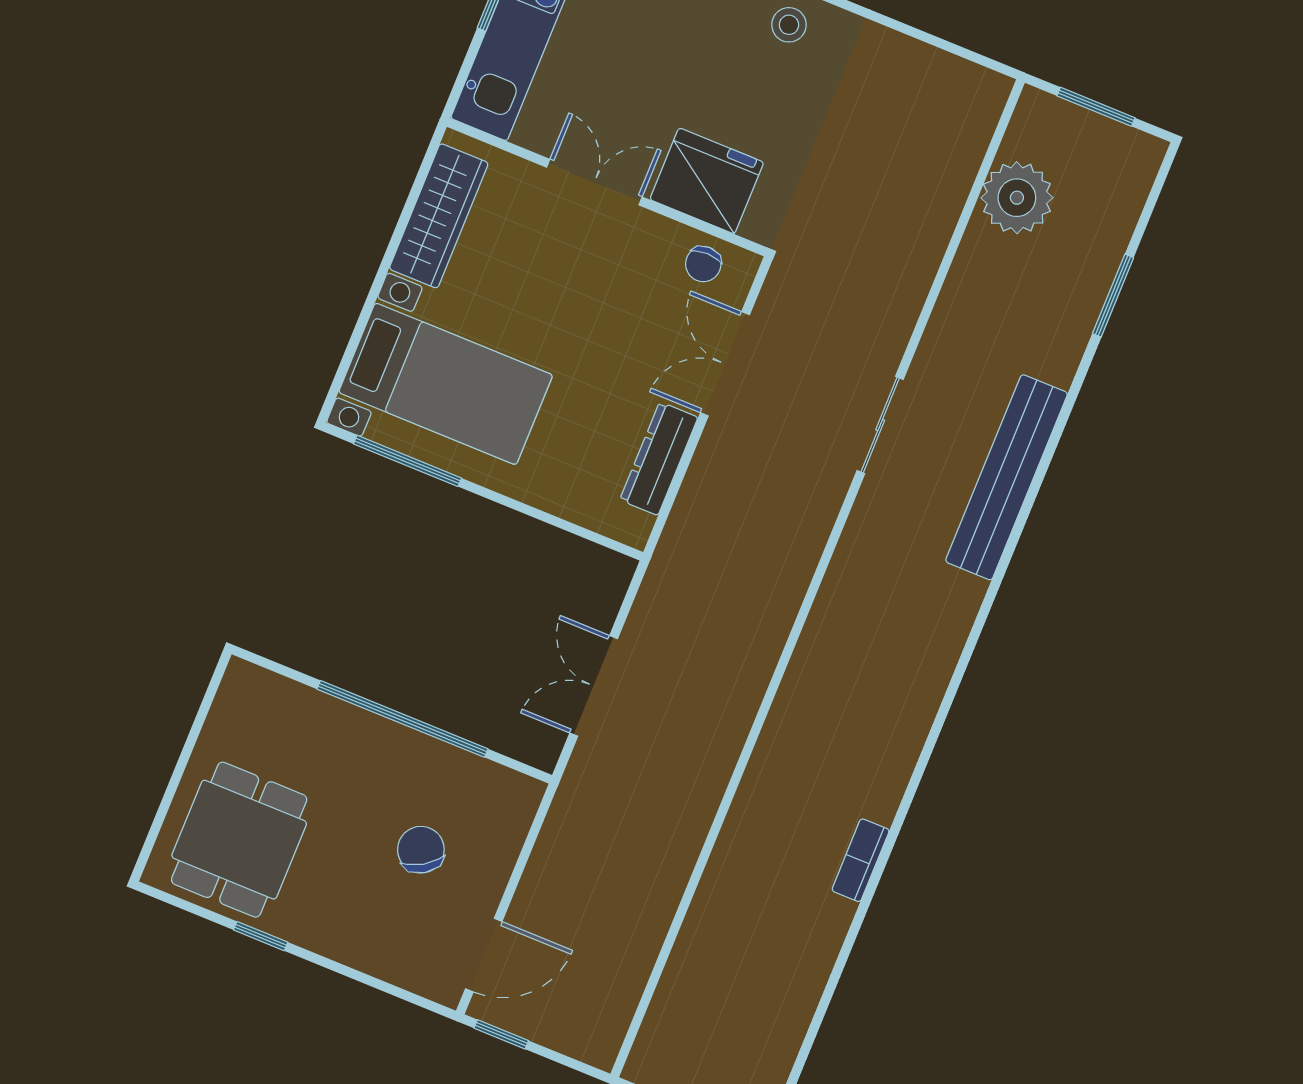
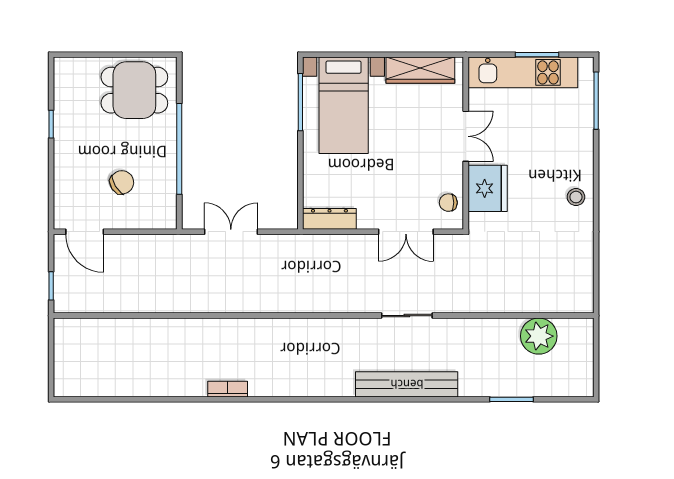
window: (1096, 107) -> (596, 356), removed
double door: (725, 364) -> (406, 232), swing flipped
dresser: (659, 459) -> (329, 219), moved
dining table: (239, 840) -> (134, 90), moved
bookcase: (861, 860) -> (228, 389), moved
window: (501, 1034) -> (51, 286), moved

